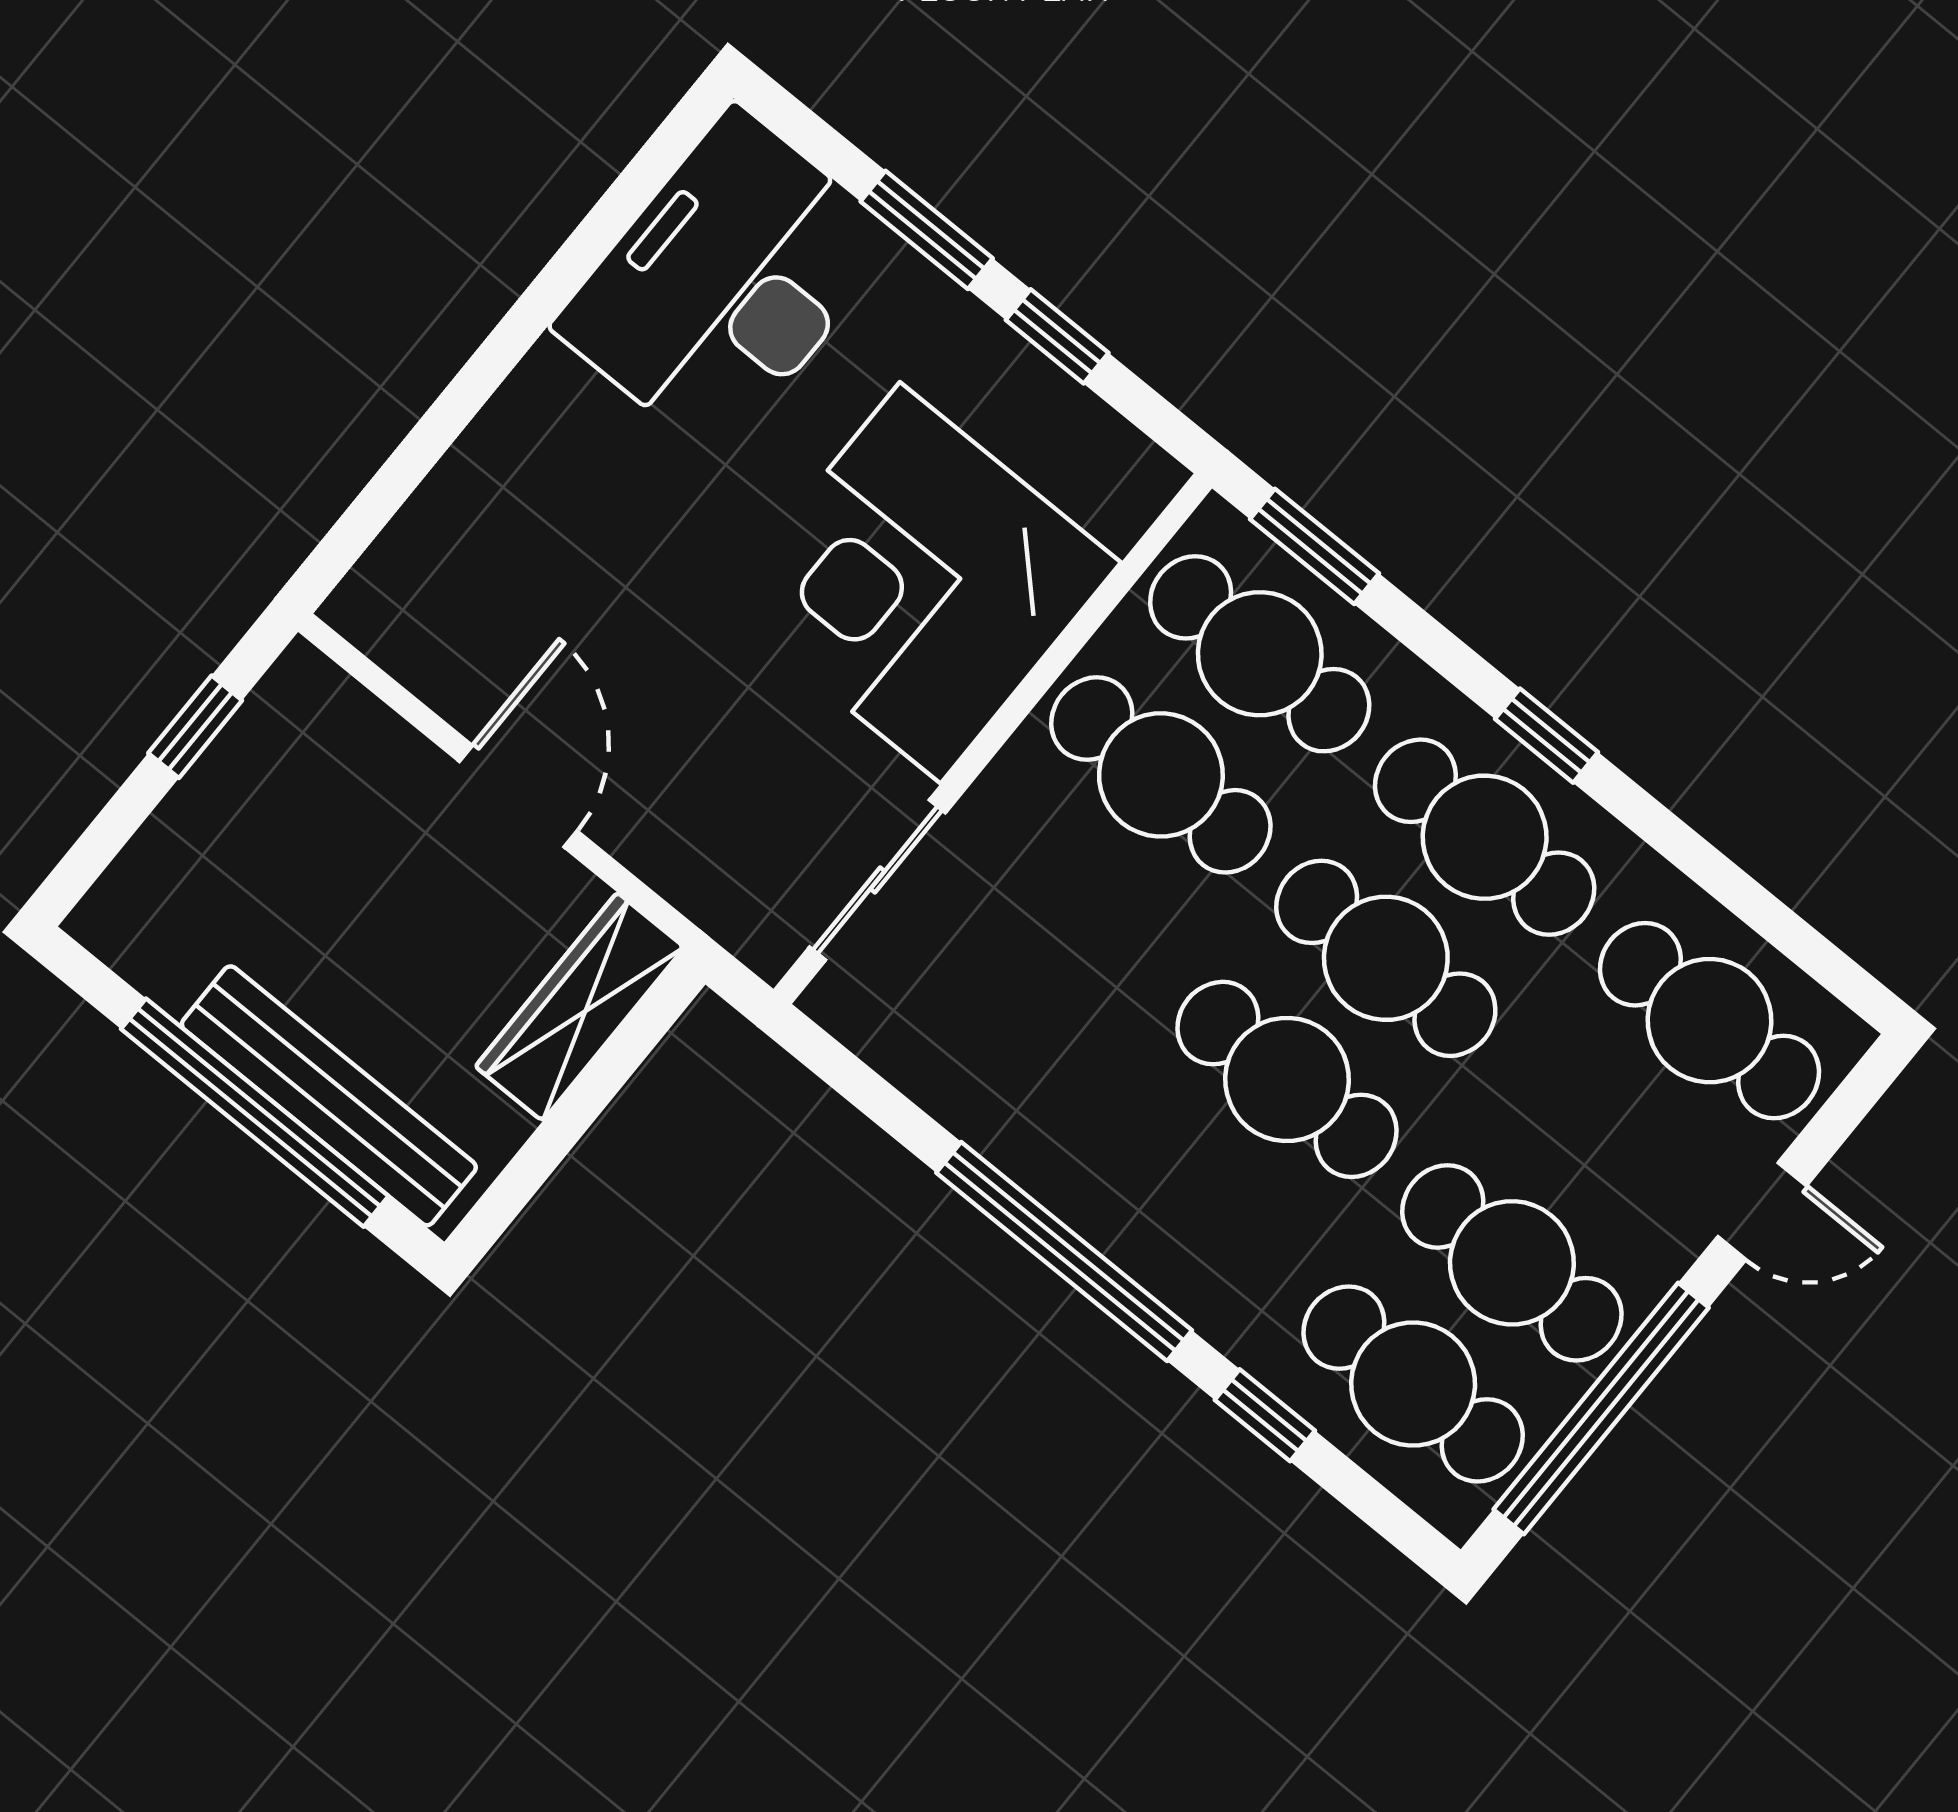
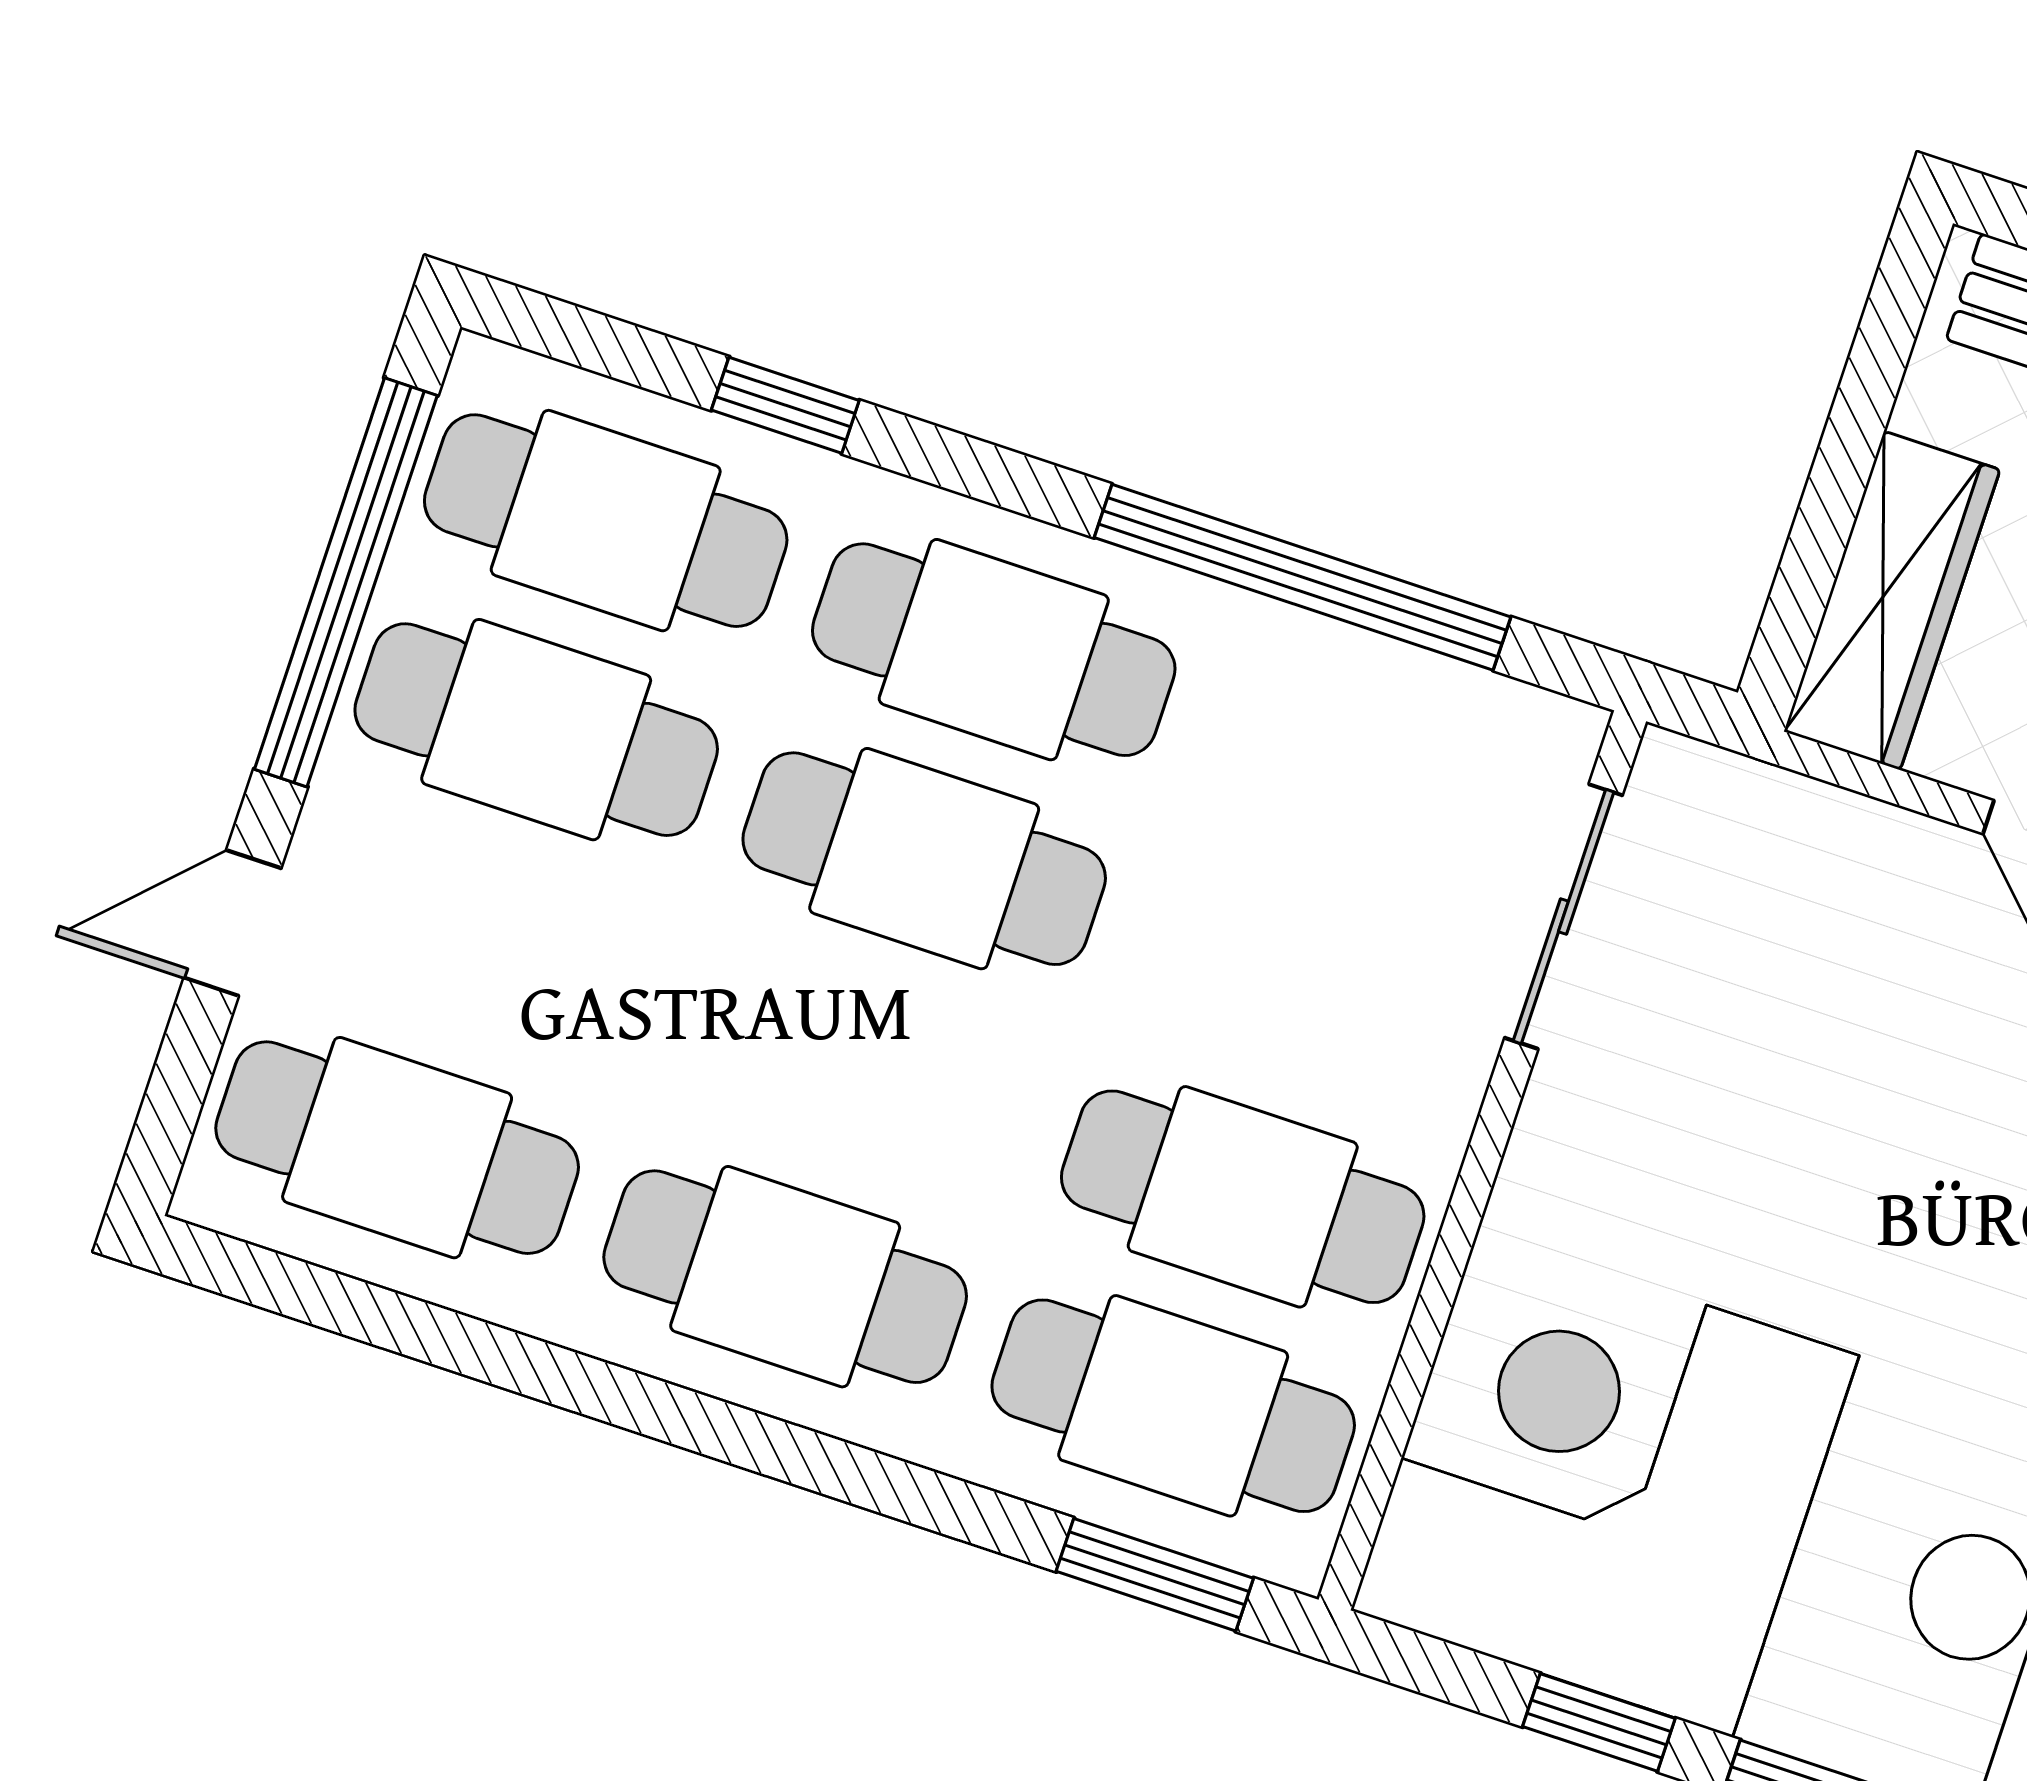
corner desk: (920, 583) -> (1605, 1483), moved, turned -90
window: (1547, 736) -> (754, 1442), removed
cafe table: (1386, 958) -> (994, 650), moved
window: (1064, 1252) -> (1302, 577), moved

